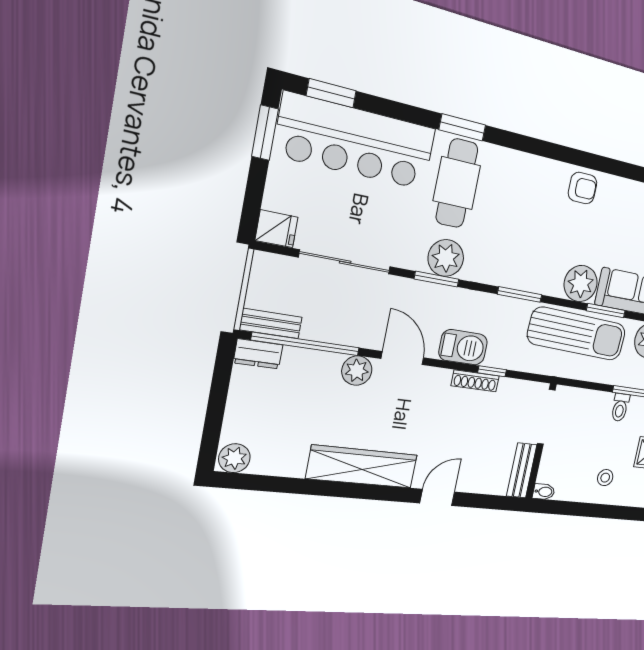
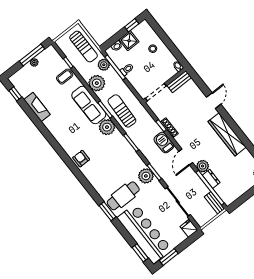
sun lounger: (577, 334) -> (122, 111), width x0.73, depth x0.75
dresser: (258, 354) -> (211, 179), moved
door: (437, 498) -> (214, 101), swing flipped

